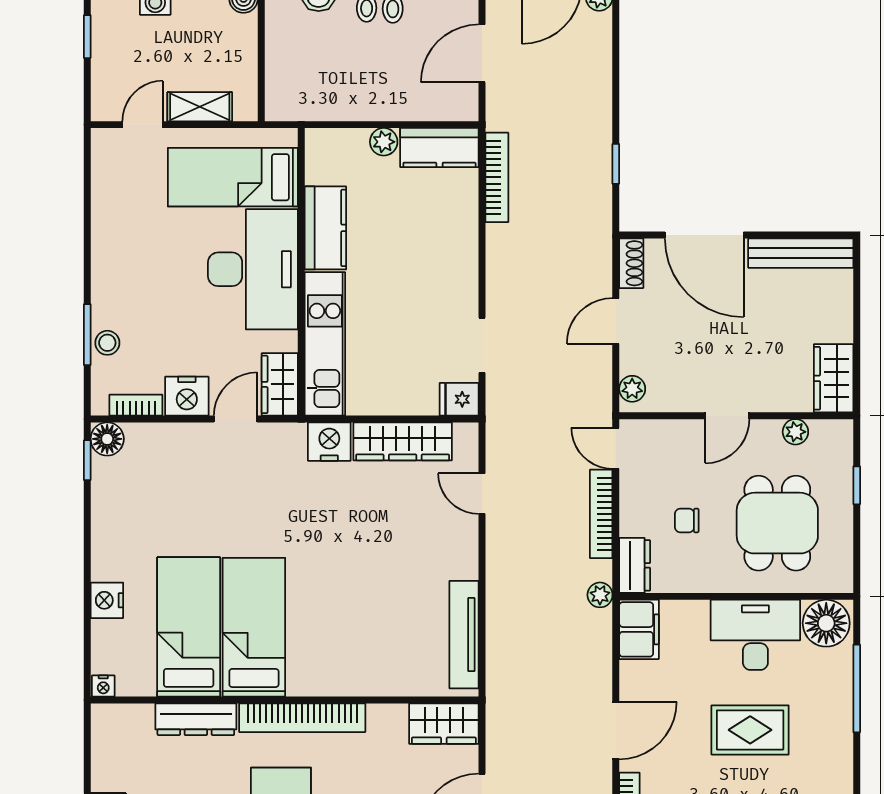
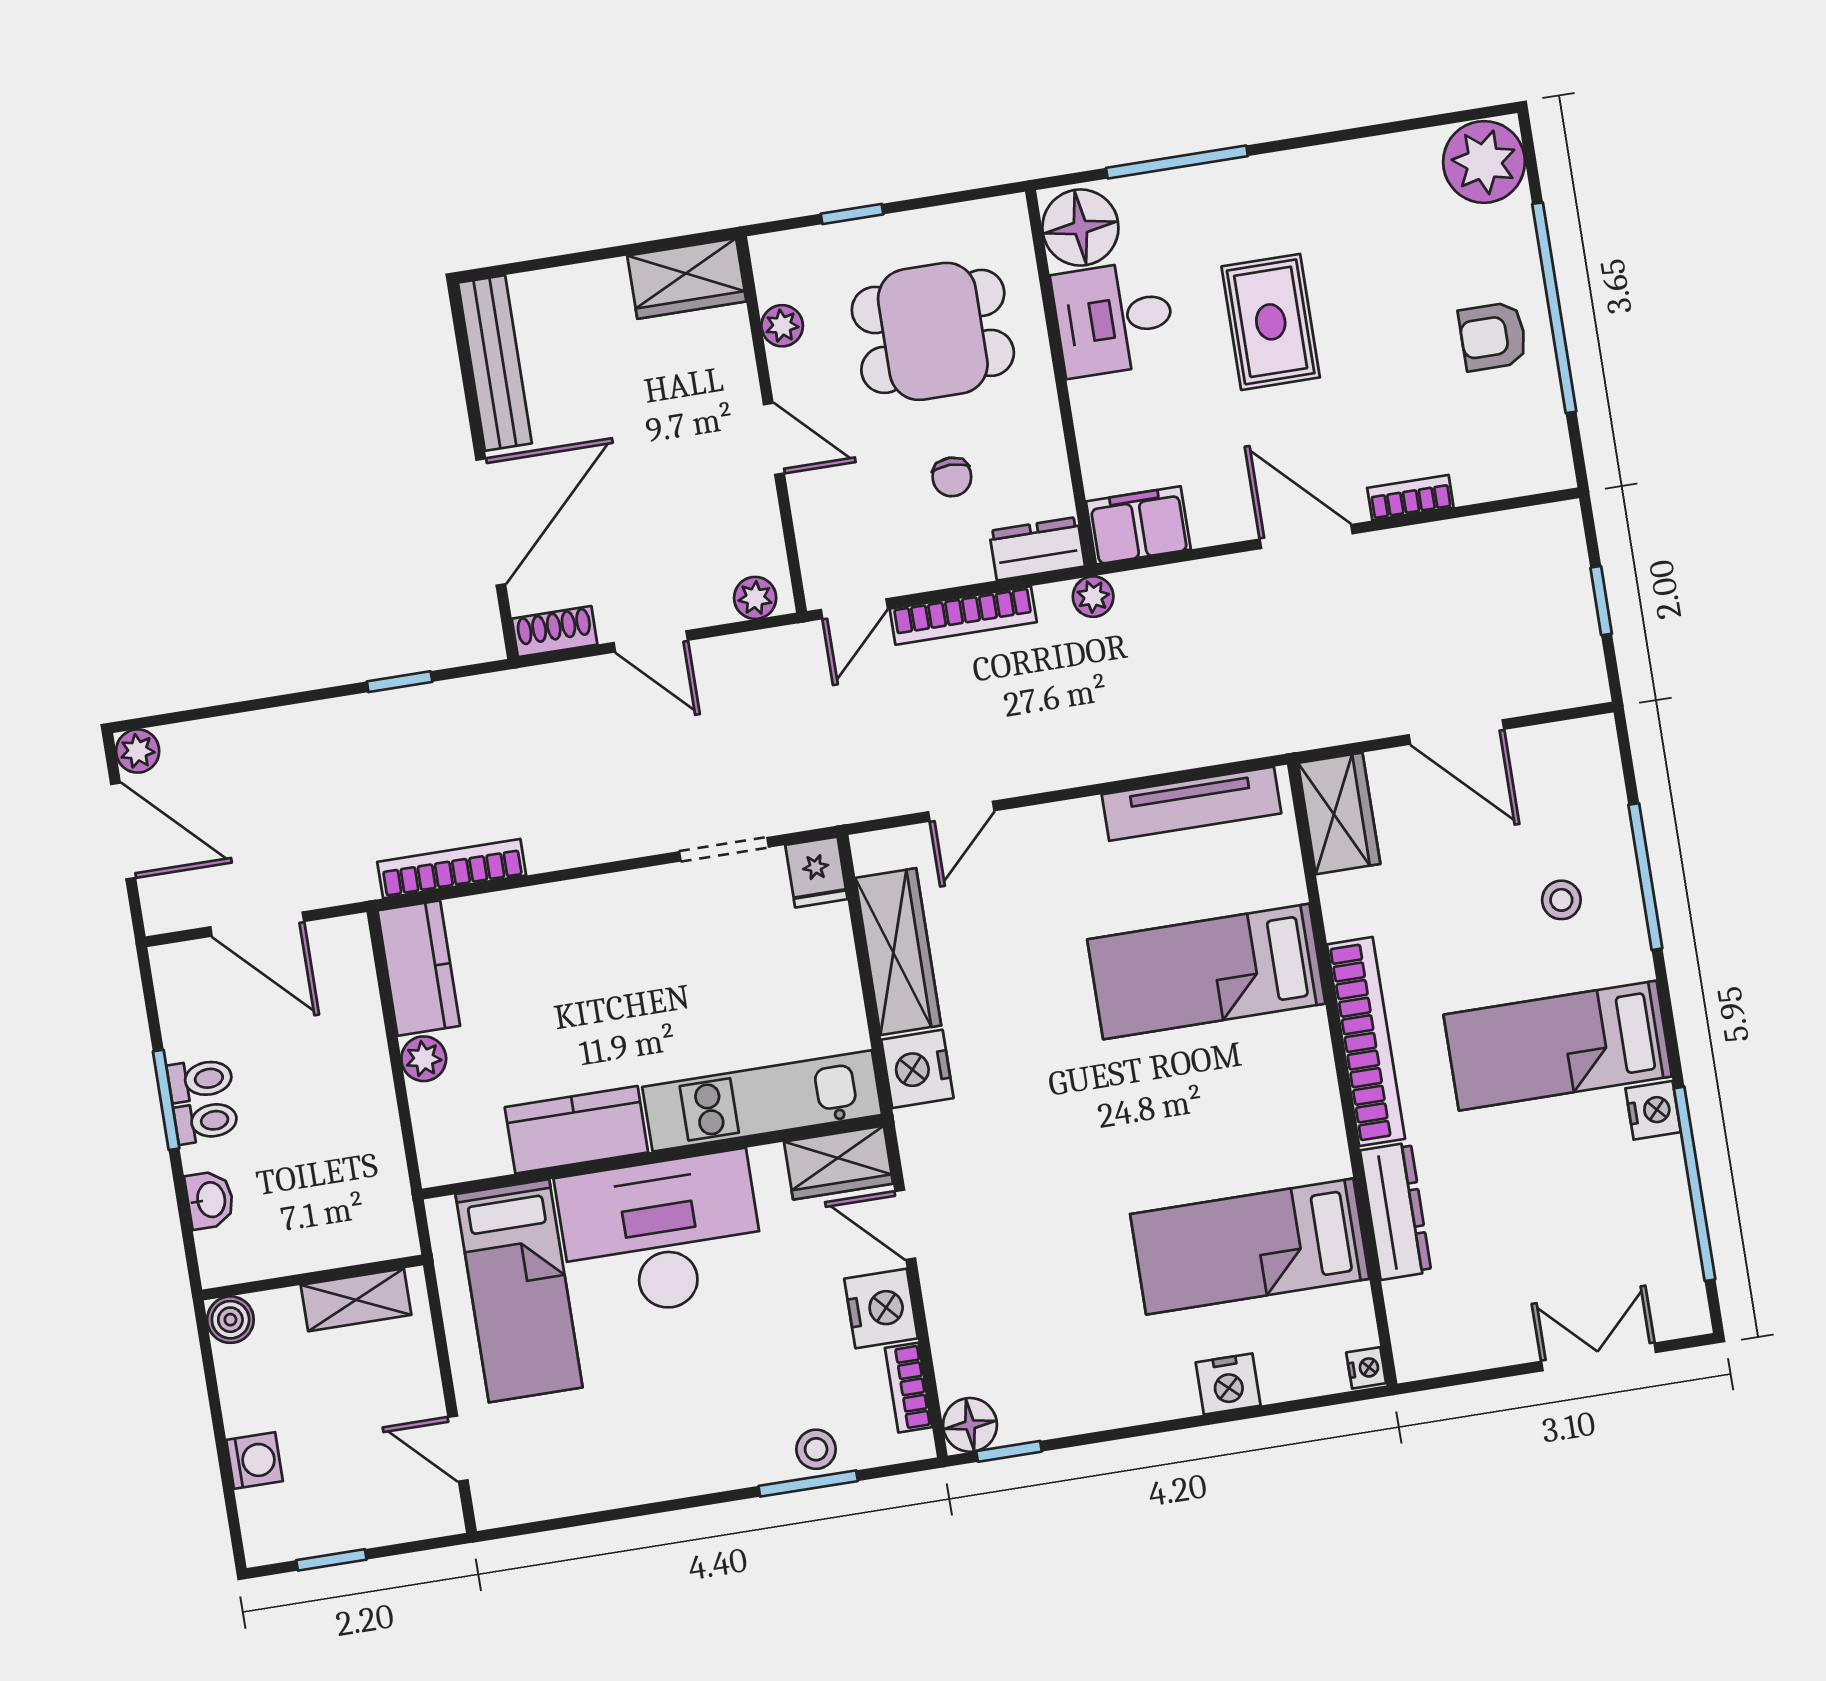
shelving: (200, 107) -> (356, 1300), moved, turned 90
bed: (254, 627) -> (1206, 971), moved
desk: (755, 635) -> (1114, 318), width x0.73

